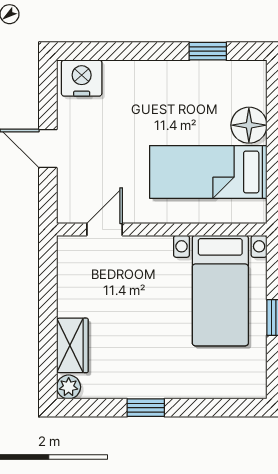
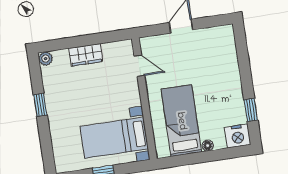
nightstand: (82, 78) -> (238, 136), moved, turned 90
floor lamp: (249, 125) -> (208, 146), width x0.53, depth x0.53
wardrobe: (72, 345) -> (86, 55), moved

